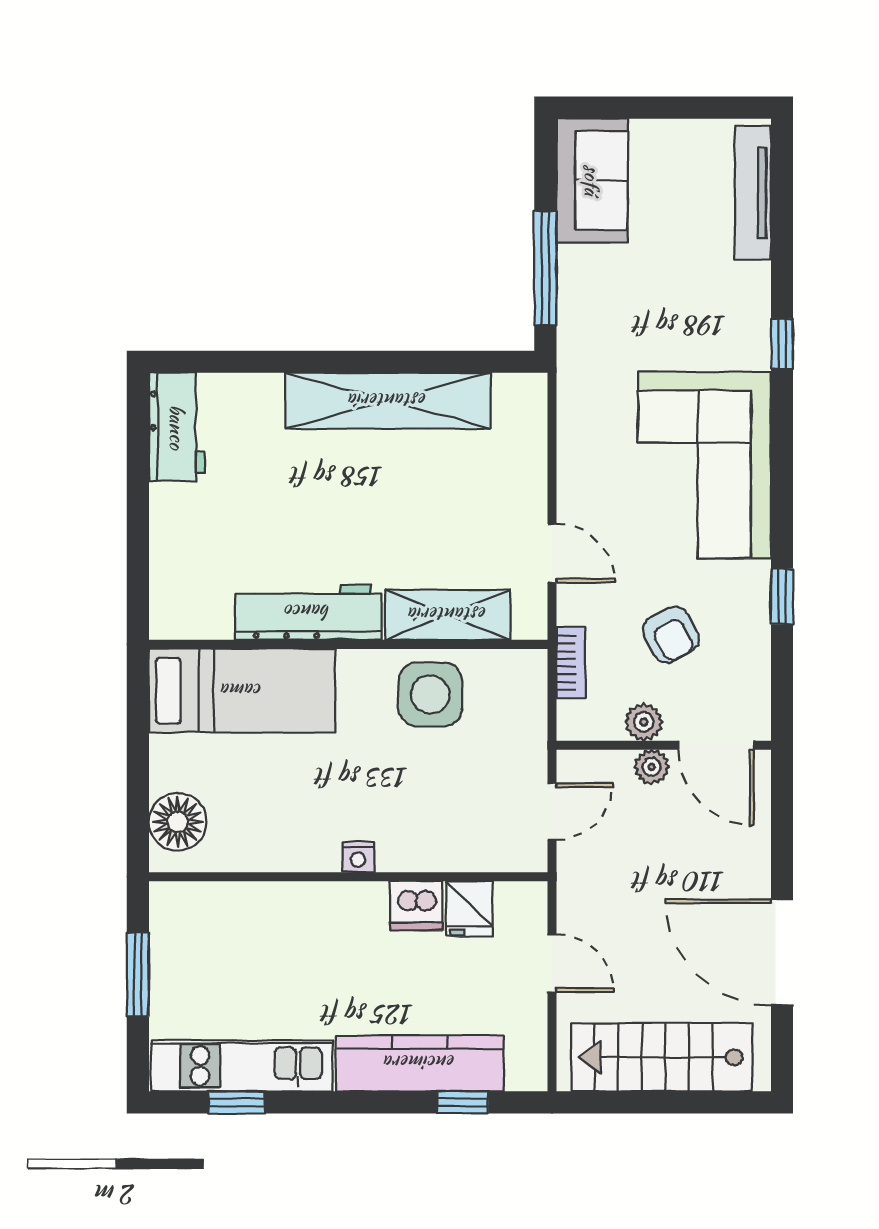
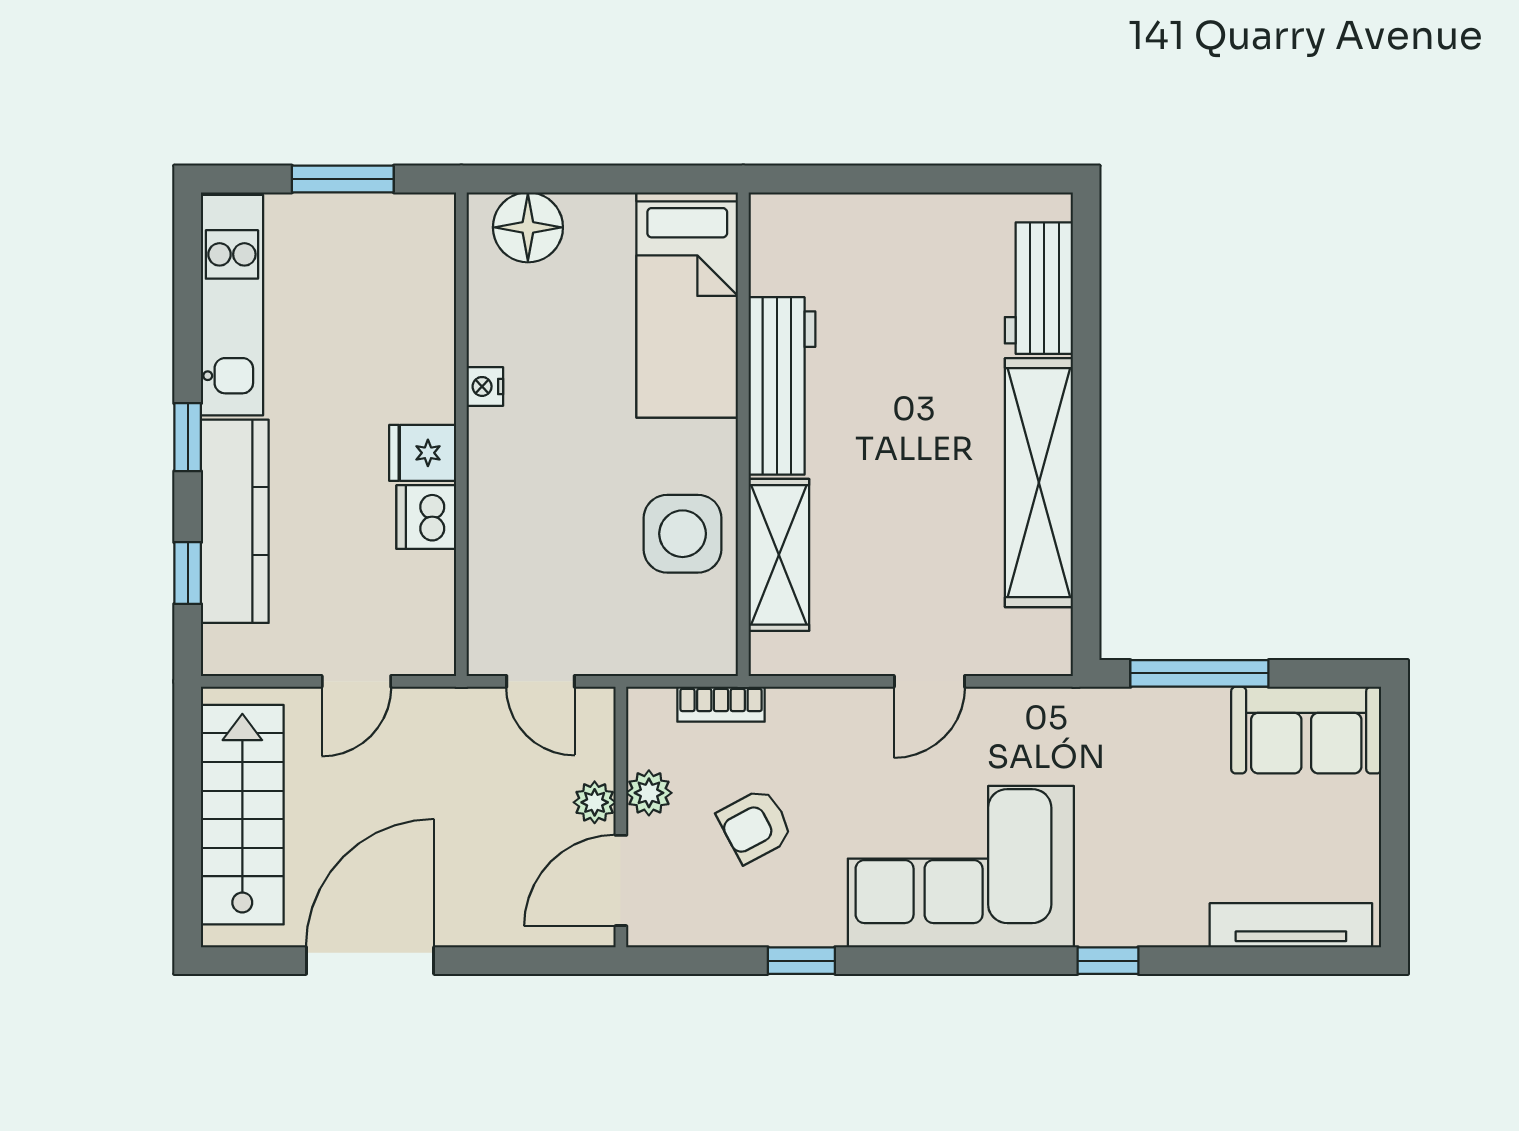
workbench: (177, 427) -> (1039, 288), moved, turned 90
door: (552, 553) -> (929, 681), moved
nightstand: (358, 857) -> (485, 386), moved
fridge: (469, 909) -> (423, 453), moved
window: (237, 1102) -> (188, 437), moved

